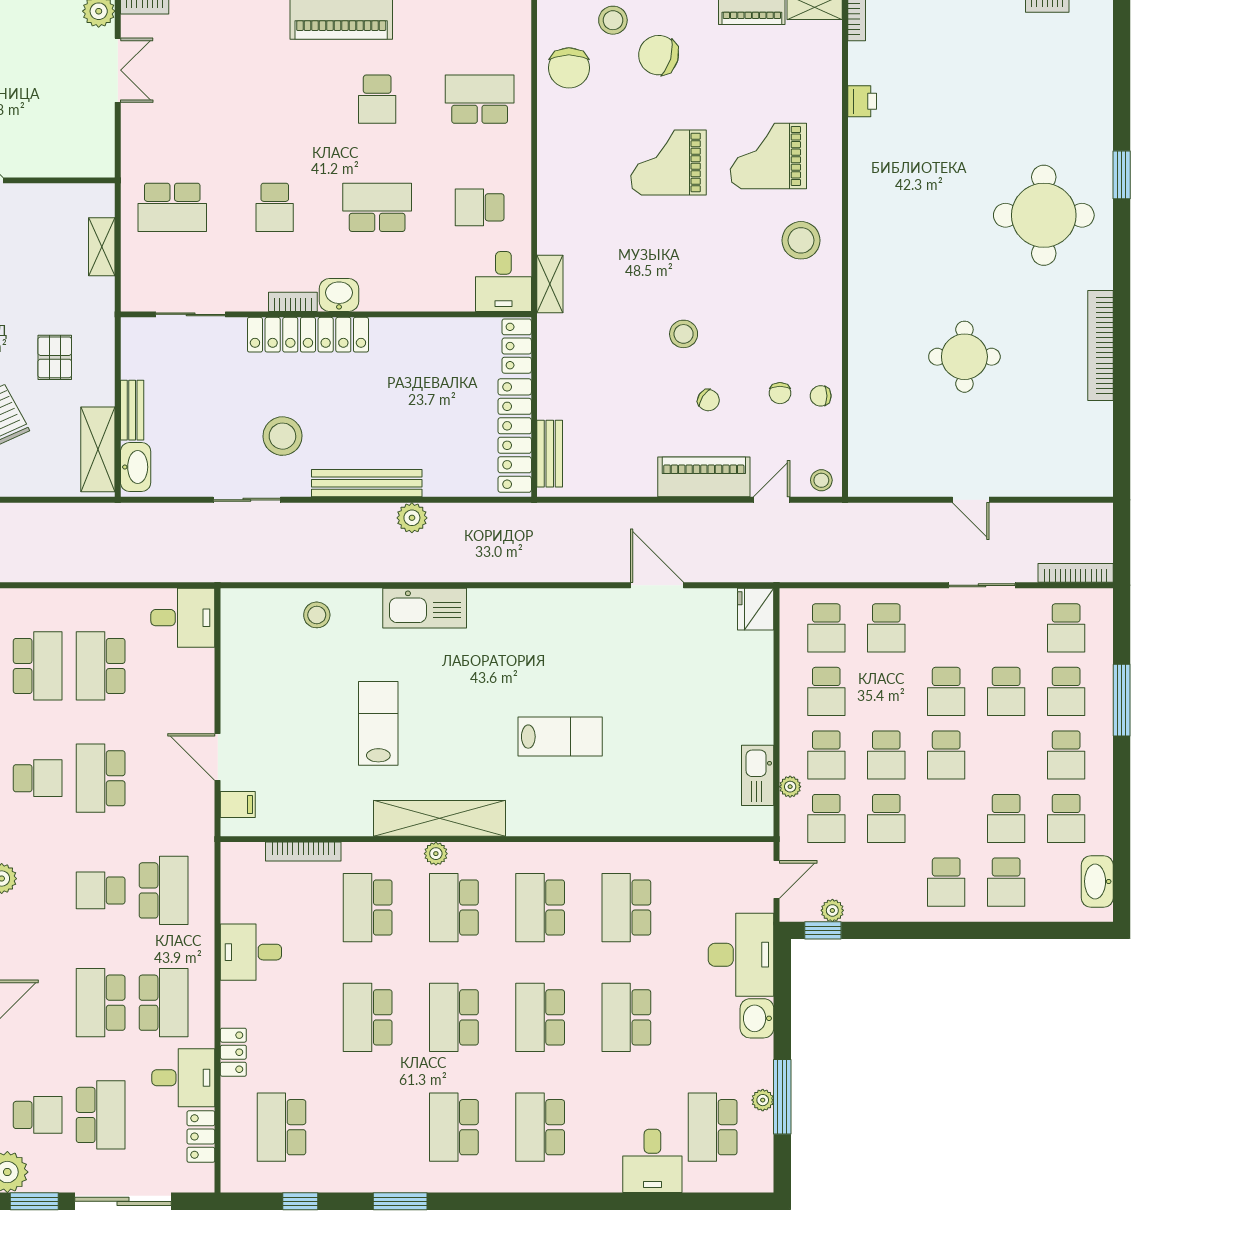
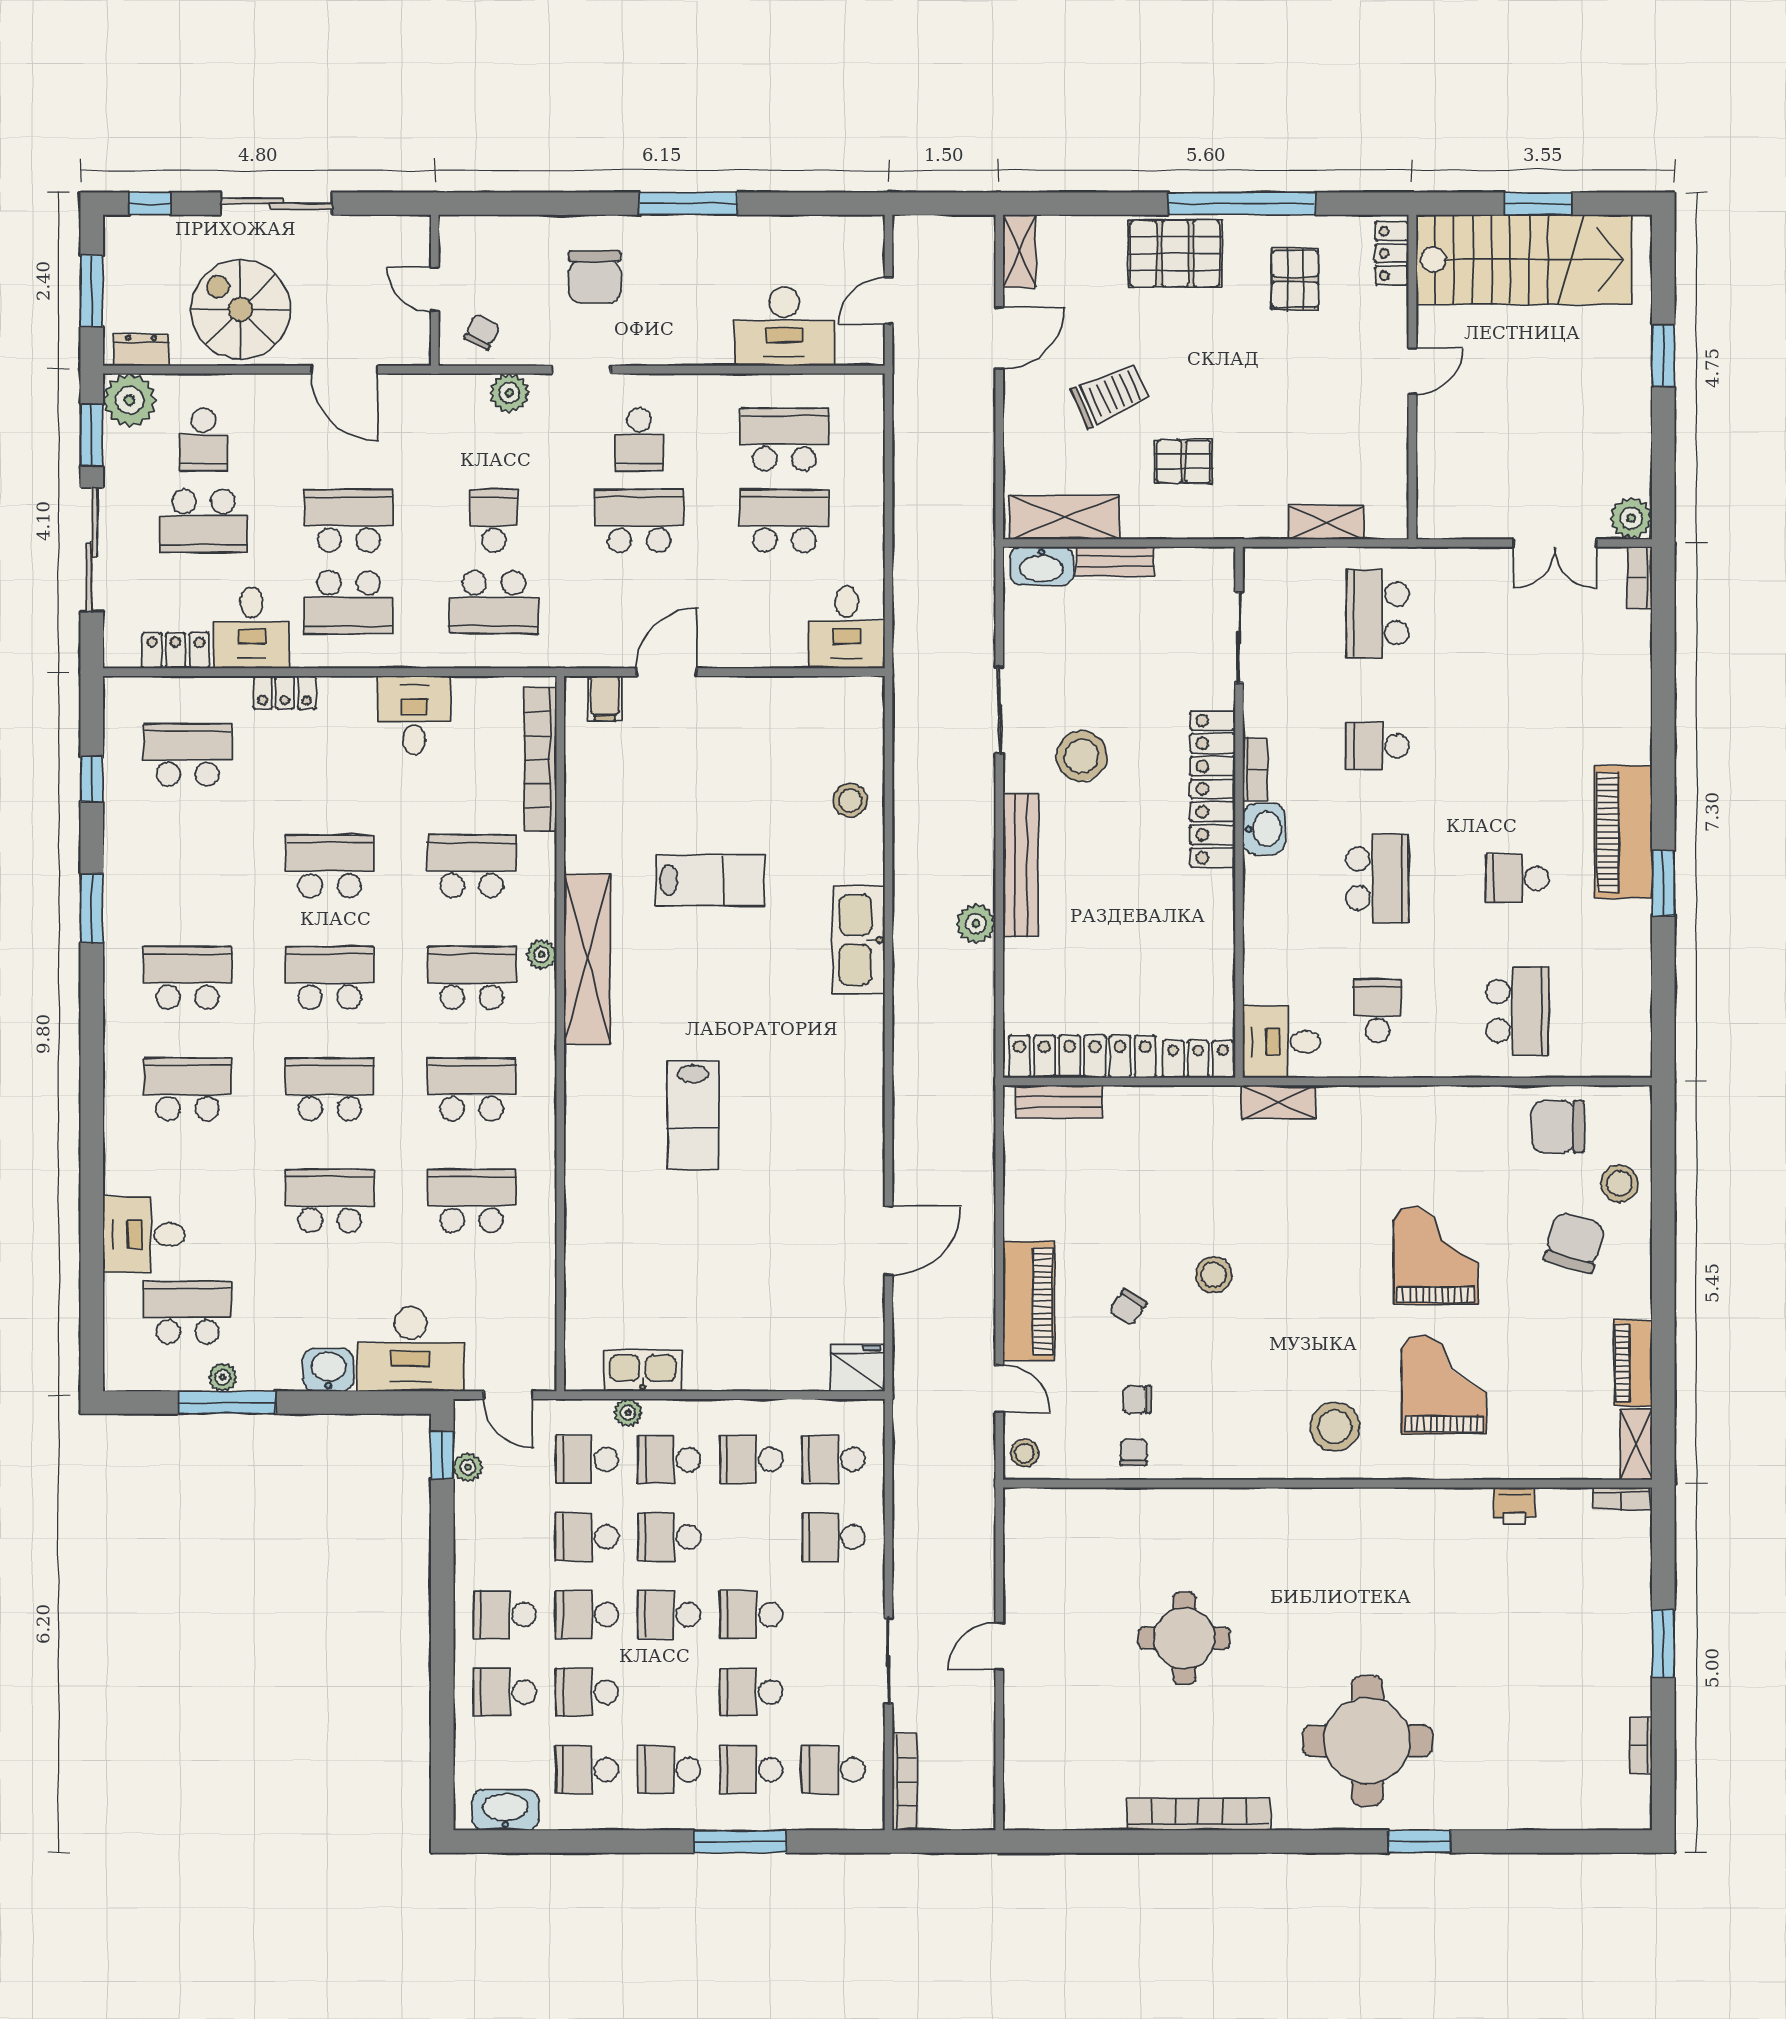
school desk: (38, 666) -> (784, 439), turned 180
school desk: (946, 819) -> (587, 1615), added
bookcase: (303, 852) -> (540, 760), width x1.48, depth x1.31

